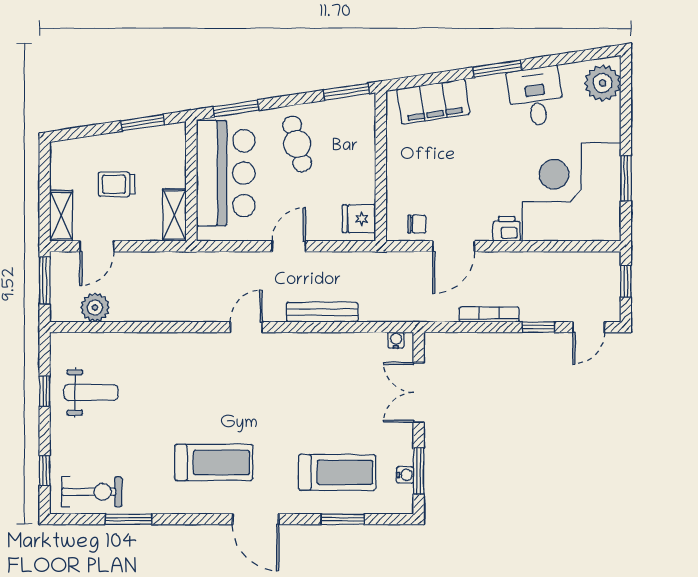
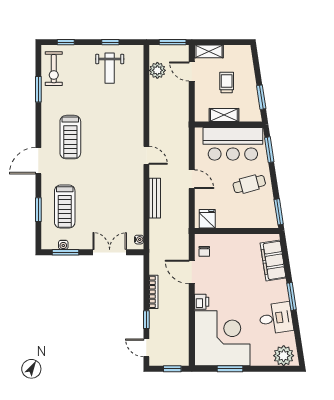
shelving: (174, 215) -> (224, 115), moved

